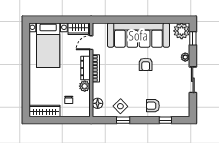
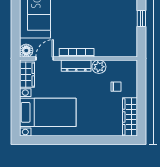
door: (91, 43) -> (45, 58), swing flipped
floor lamp: (98, 103) -> (26, 51), moved
side table: (120, 106) -> (124, 22), removed

